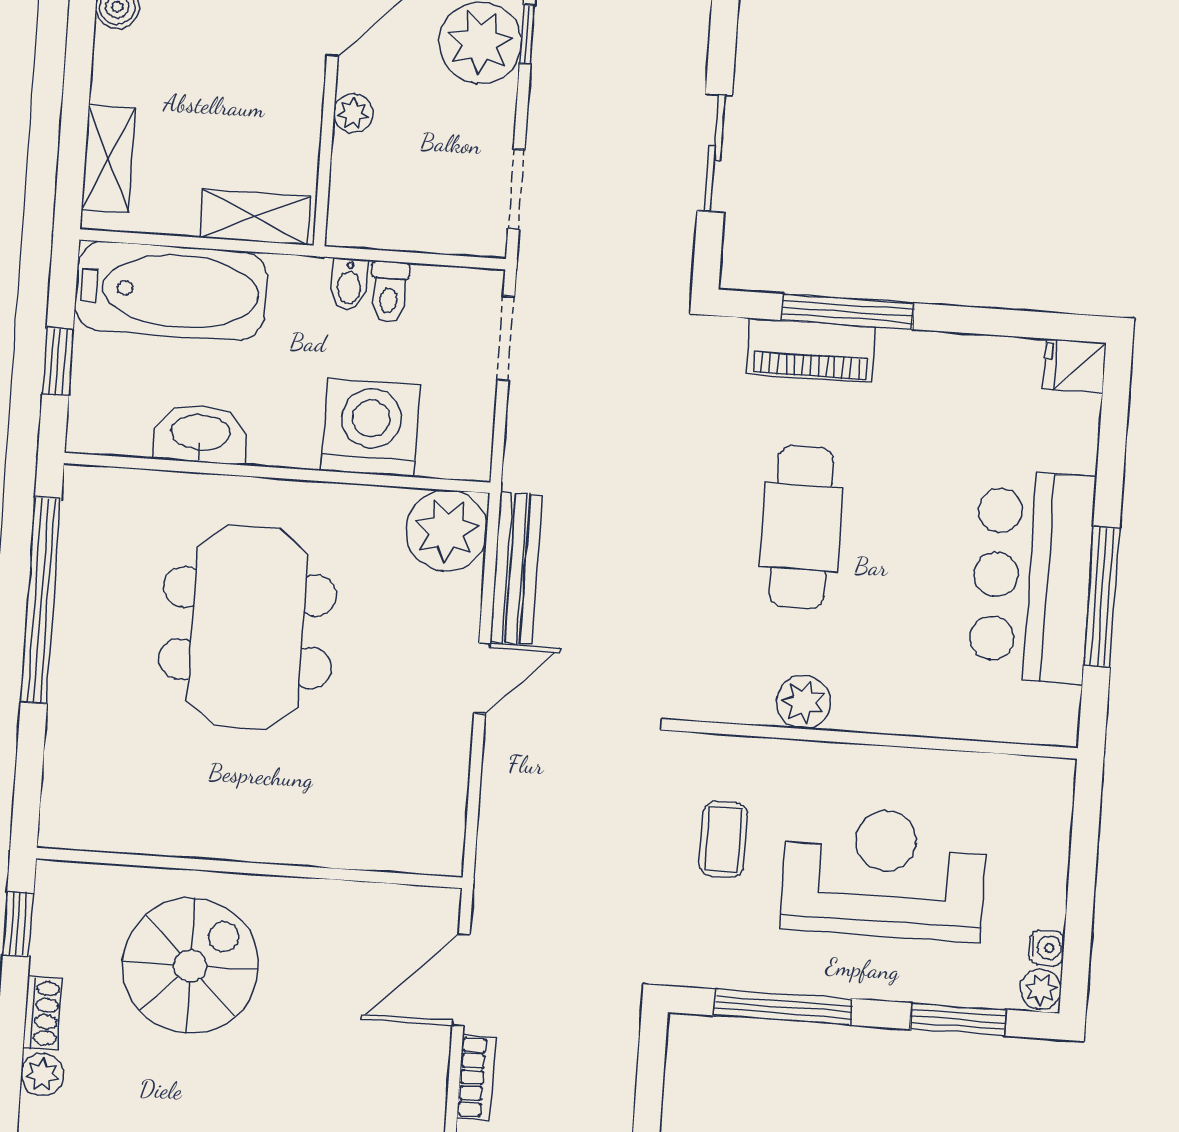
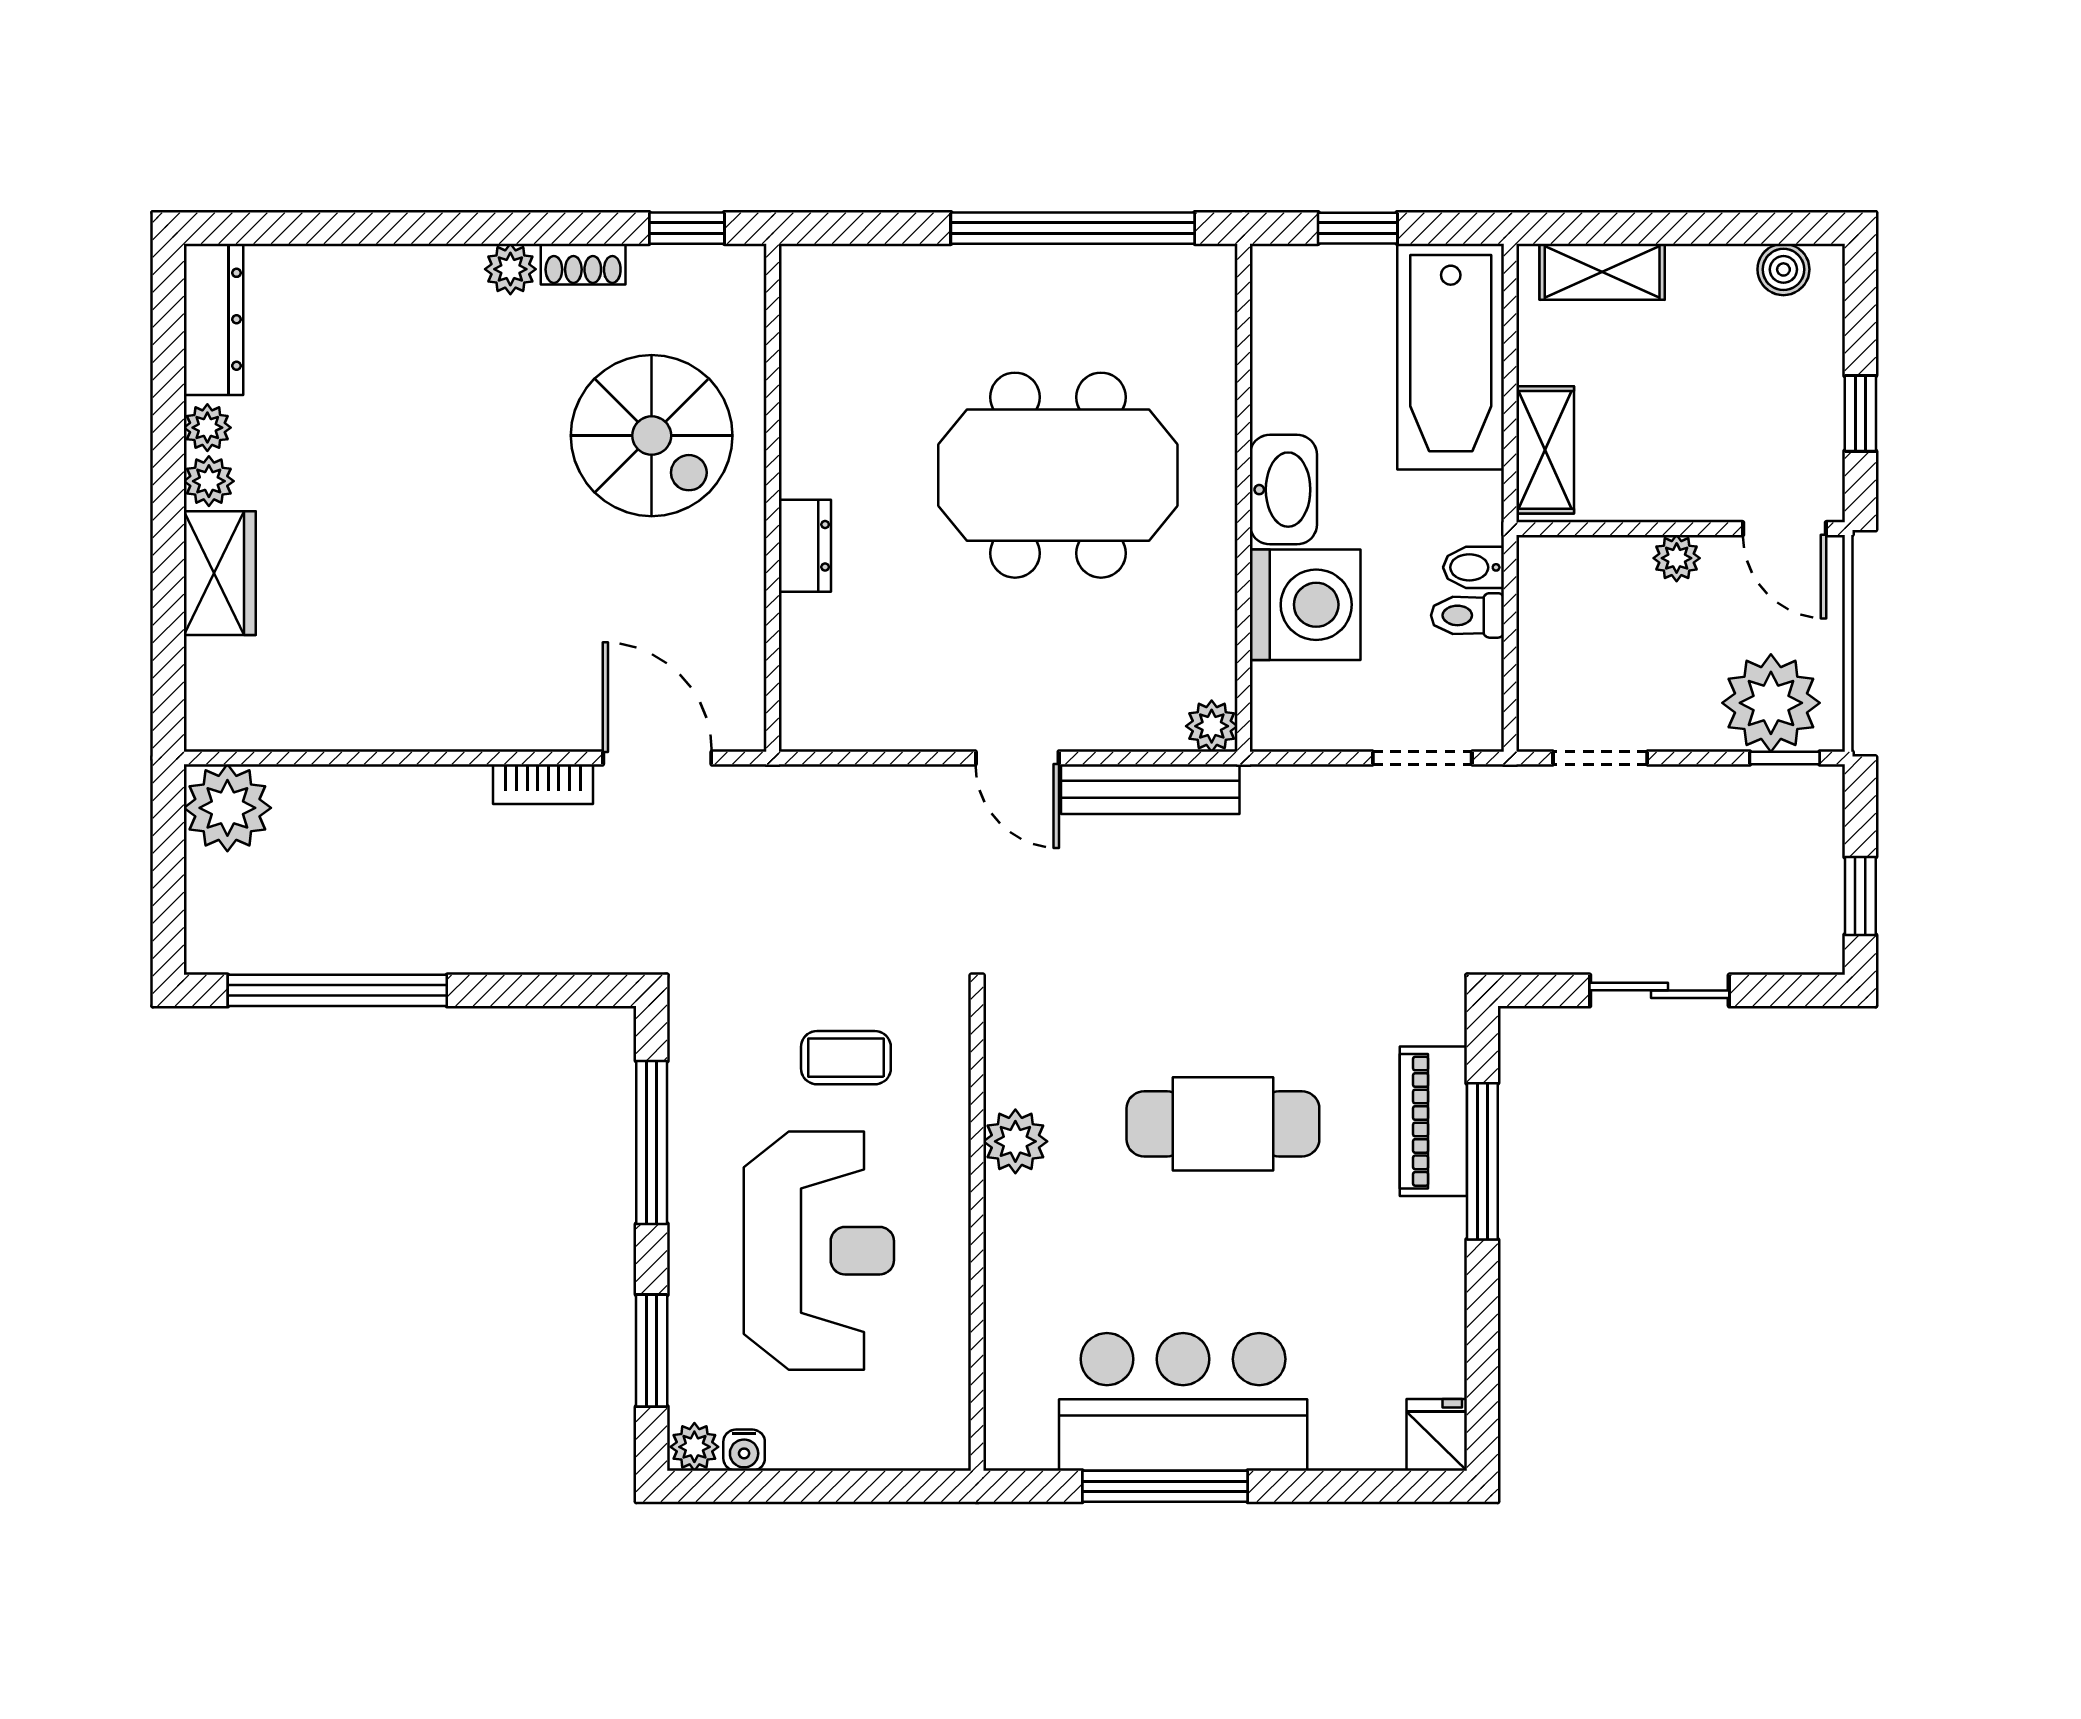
washbasin: (200, 434) -> (1283, 490), moved
plant: (446, 531) -> (1212, 726), width x0.53, depth x0.53
dresser: (292, 844) -> (805, 546), added

